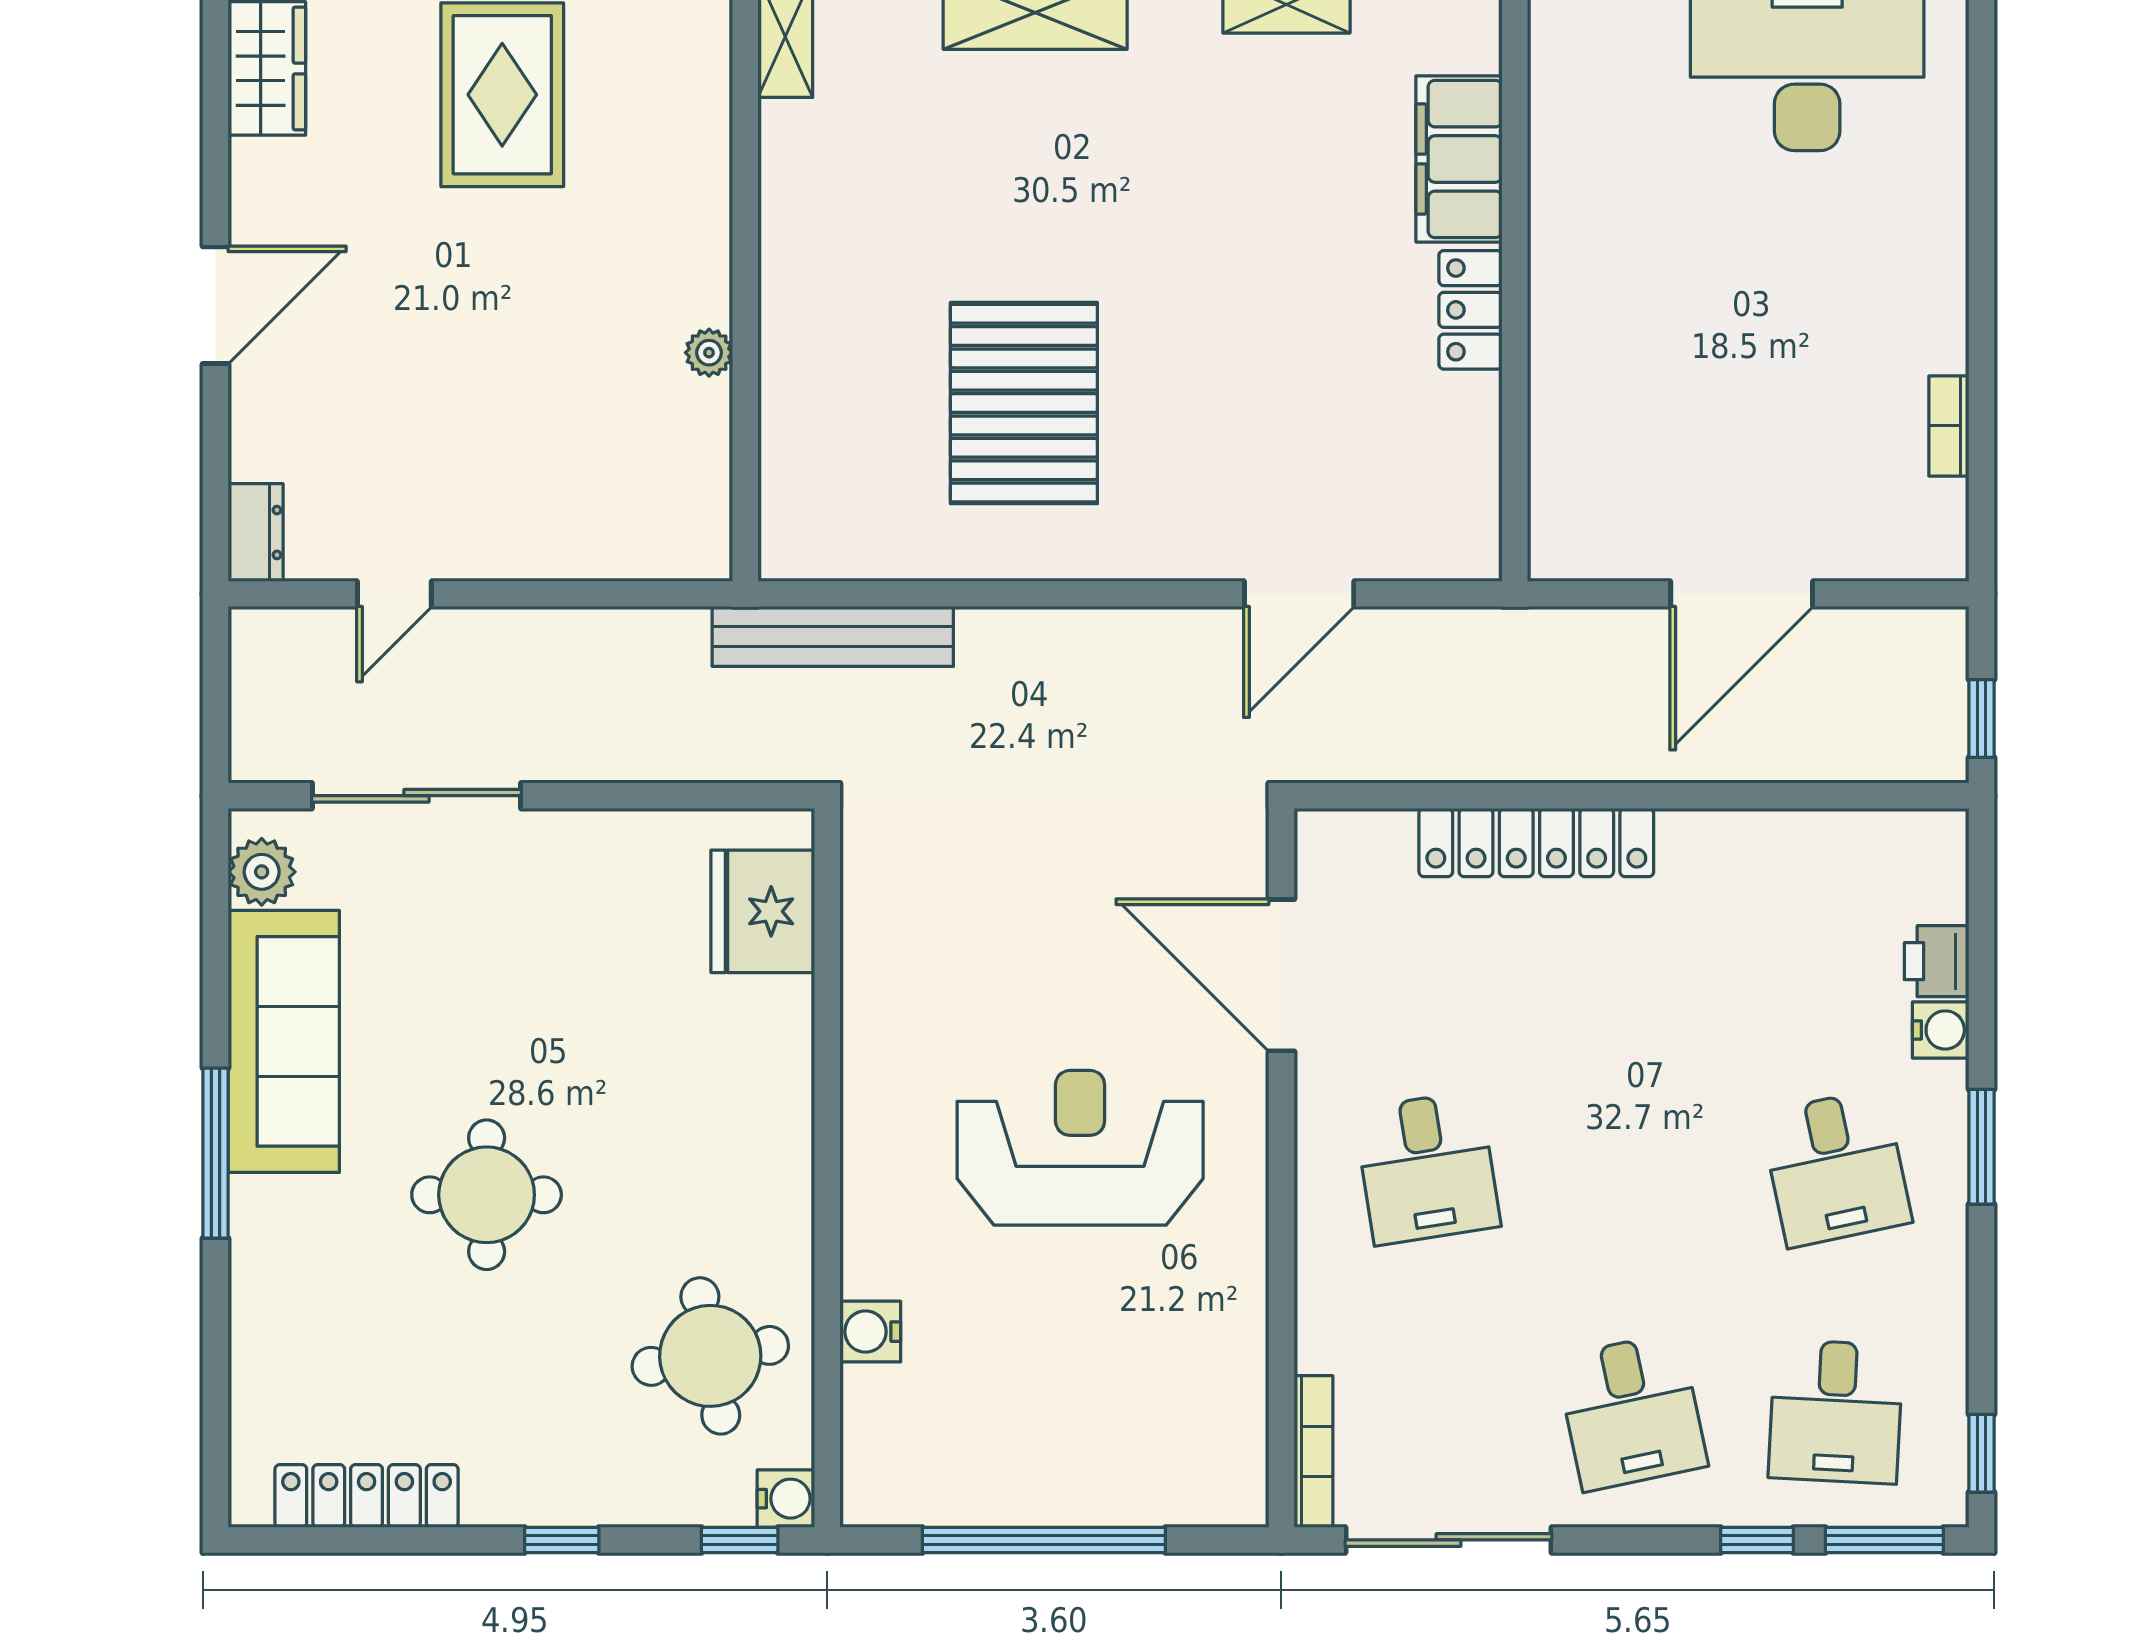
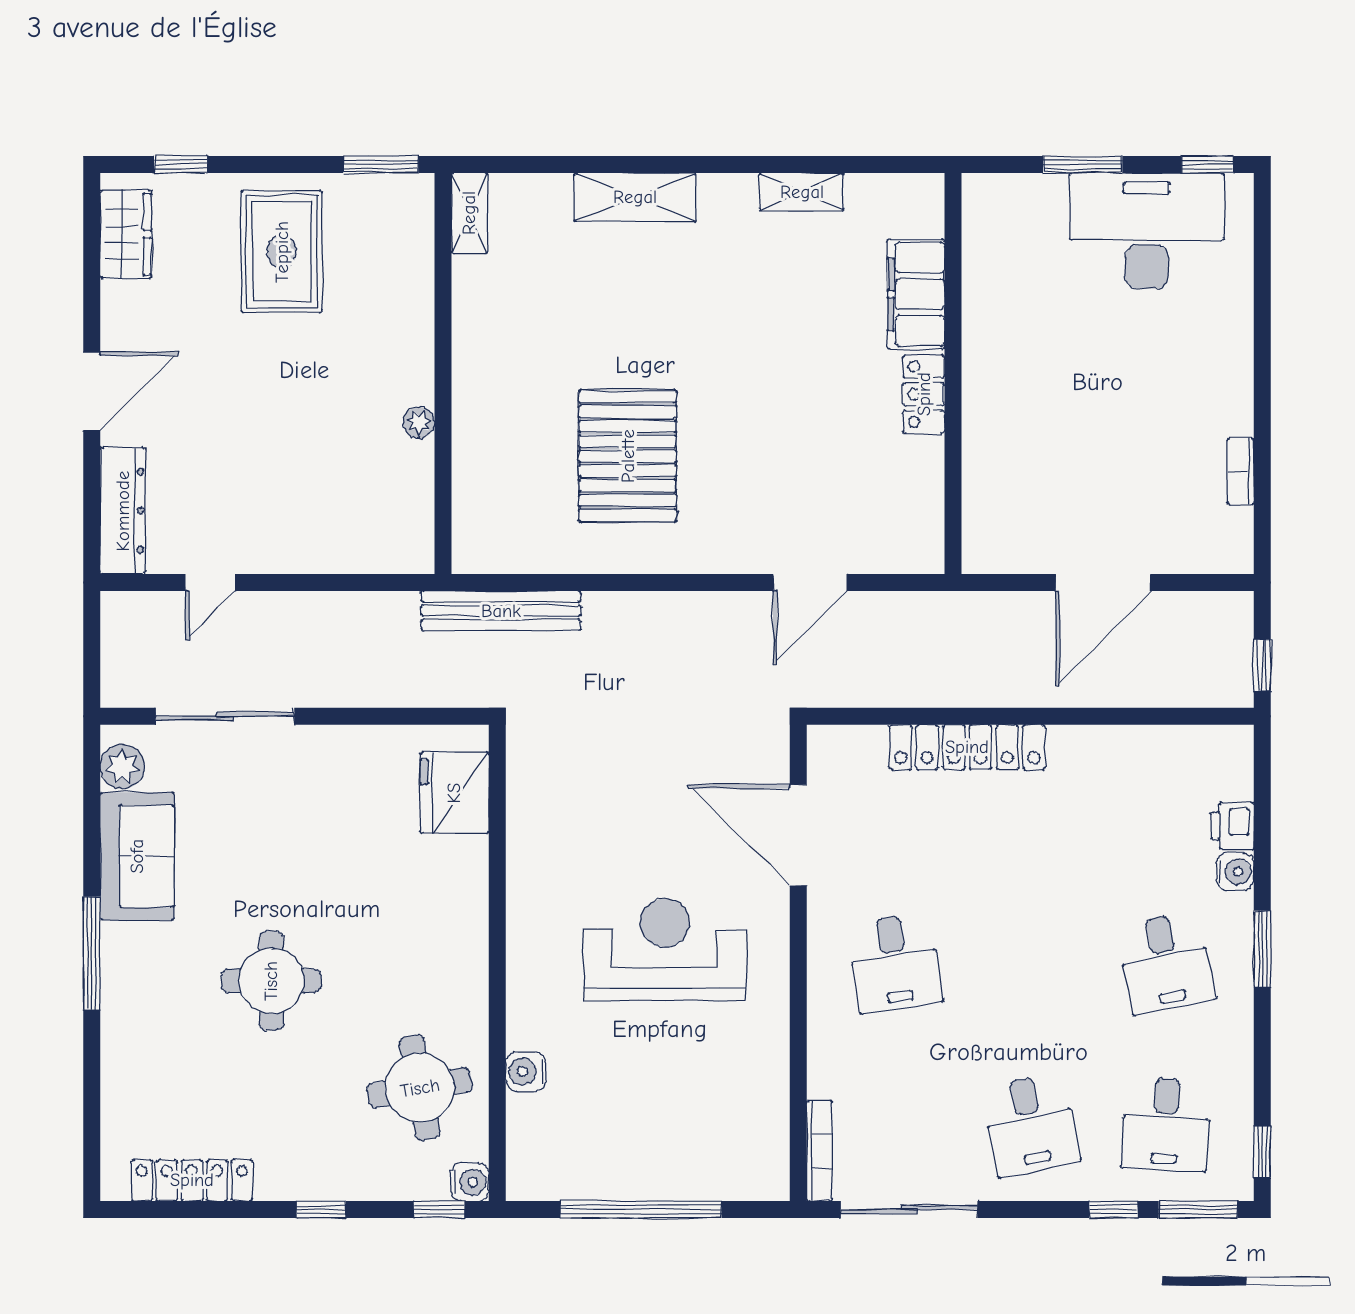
dresser: (256, 532) -> (123, 511), width x1.96, depth x1.24
sofa: (284, 1041) -> (137, 856), width x0.73

